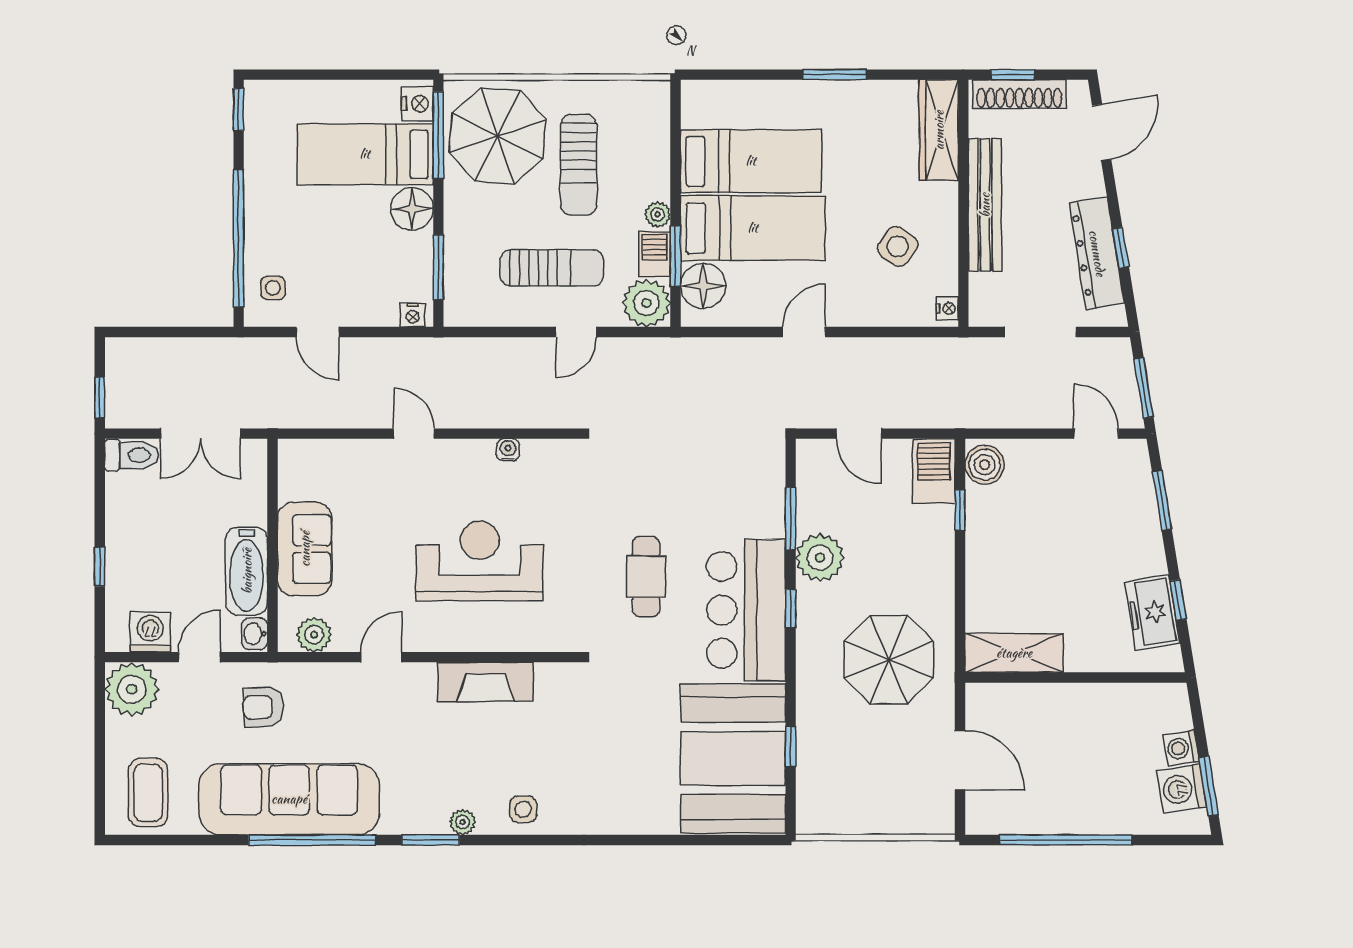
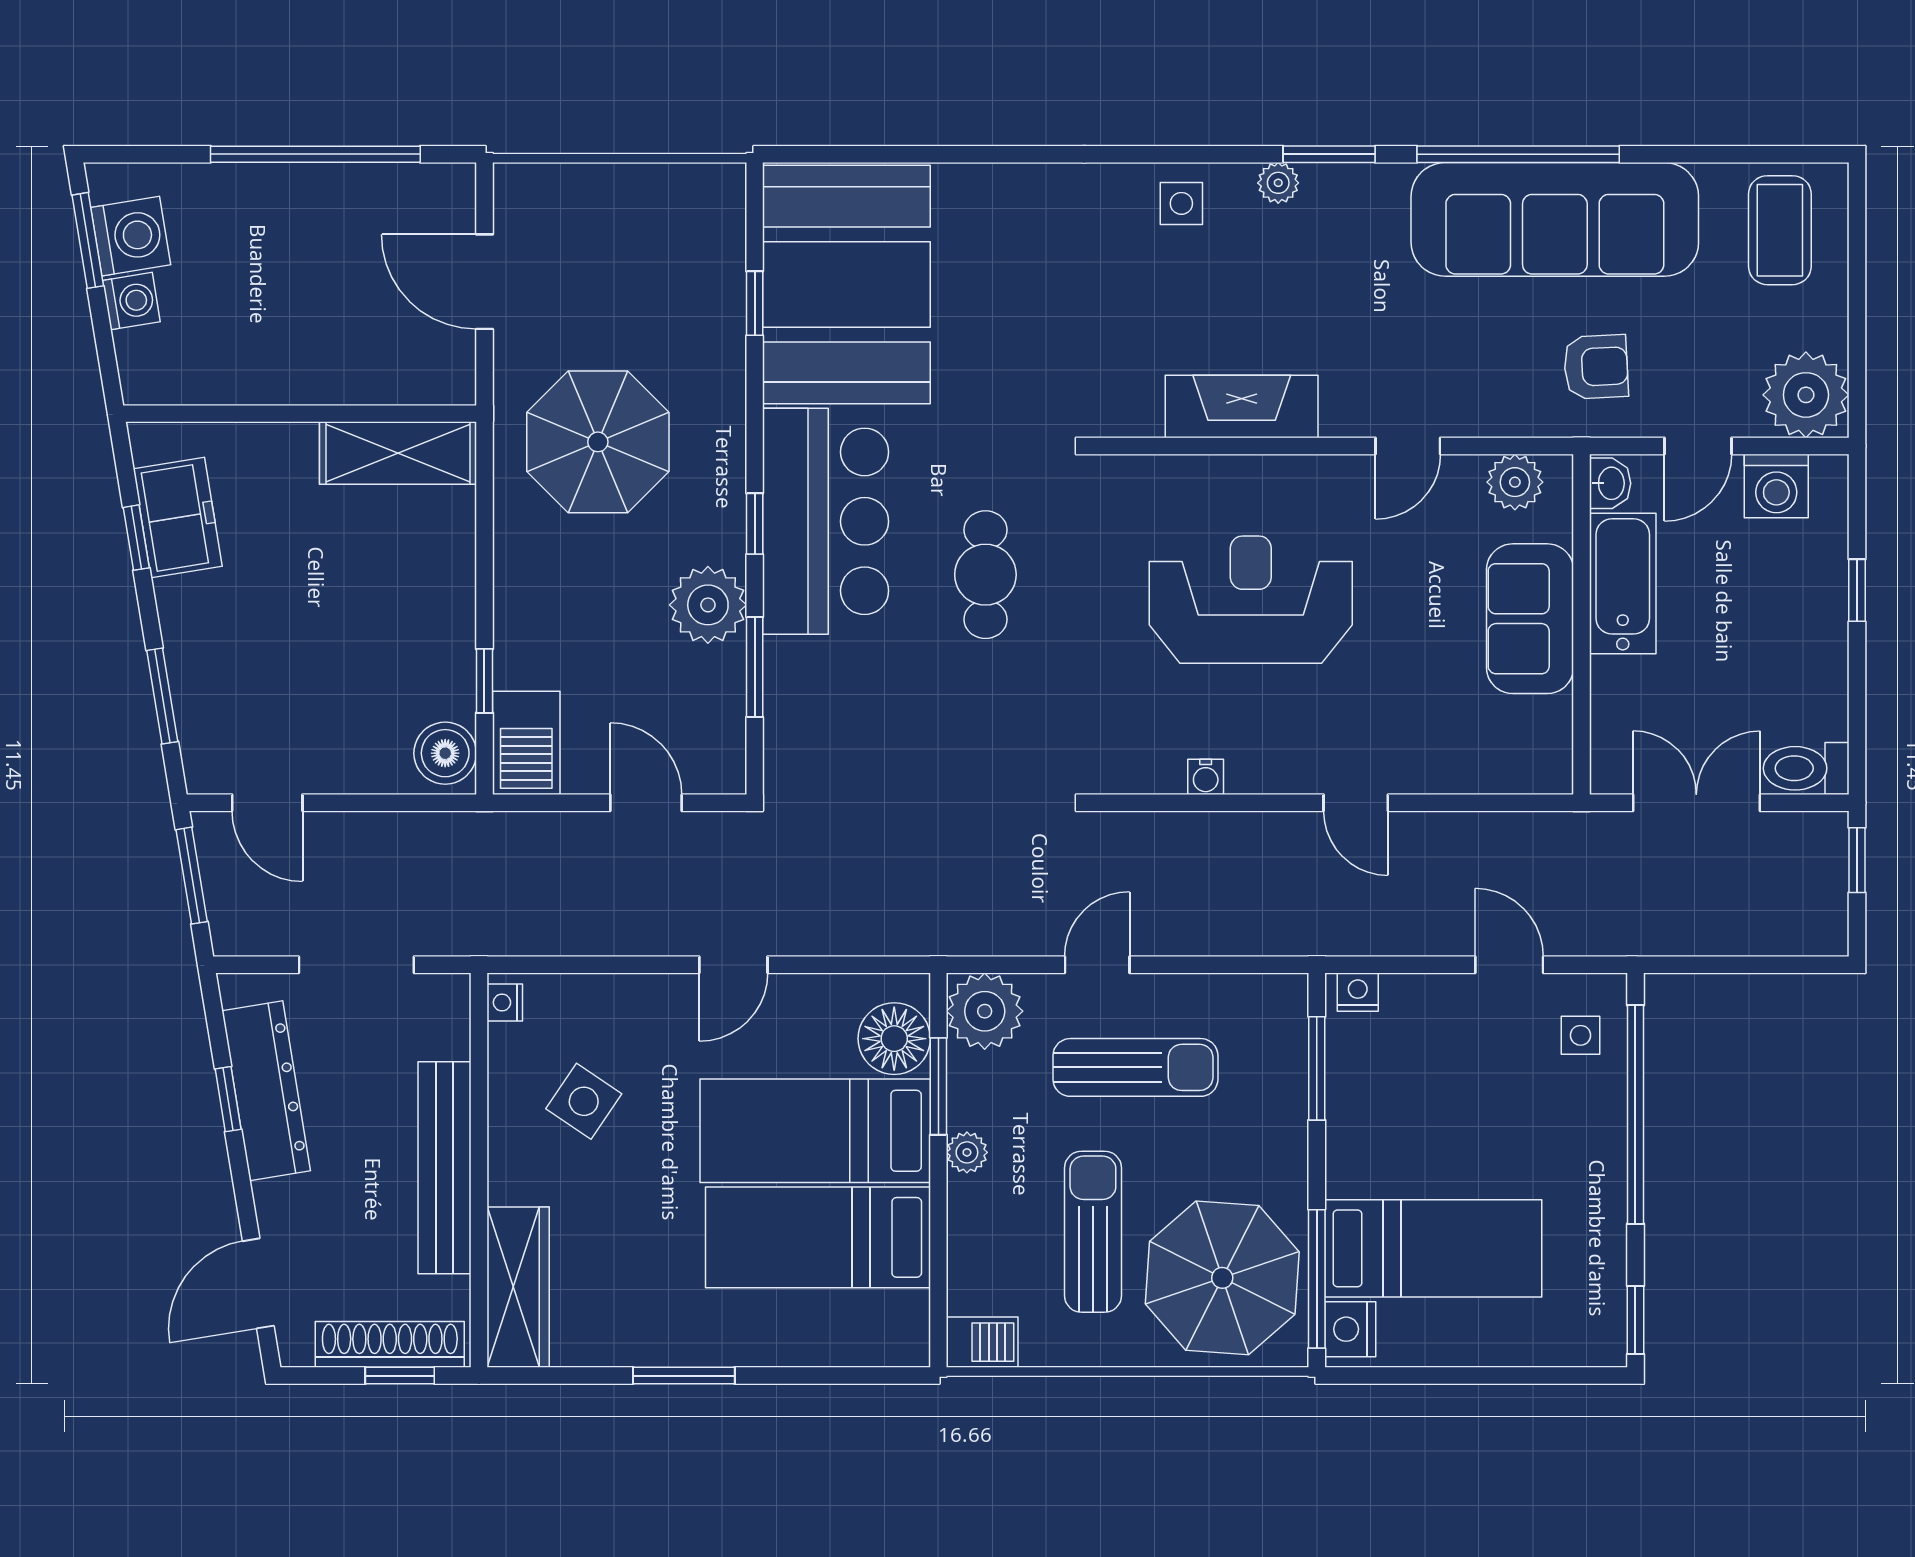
floor lamp: (412, 209) -> (1359, 1161), removed
barbecue: (655, 254) -> (982, 1342), moved, turned -90
sun lounger: (552, 268) -> (1135, 1067), turned 180
reception desk: (480, 561) -> (1251, 600), turned 180

